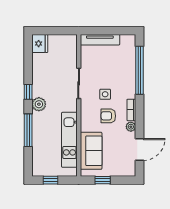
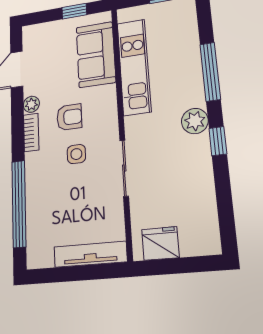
fridge: (40, 44) -> (160, 243), moved, turned 90

